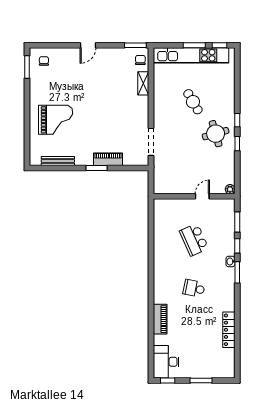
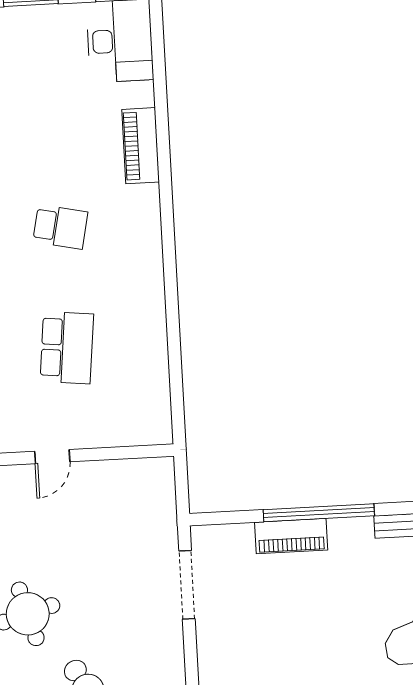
window: (96, 168) -> (319, 513), width x2.11
school desk: (194, 240) -> (67, 348), turned 30

